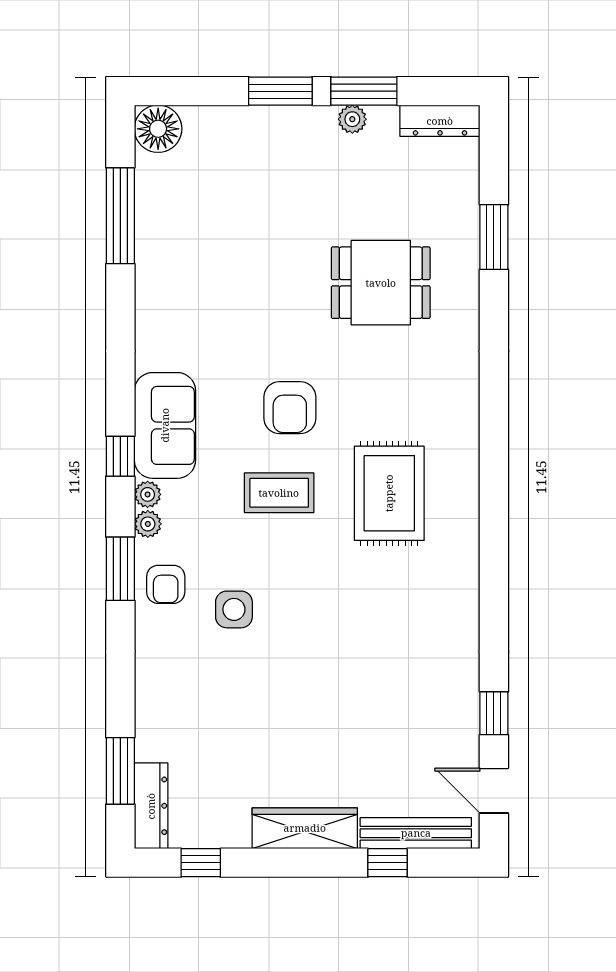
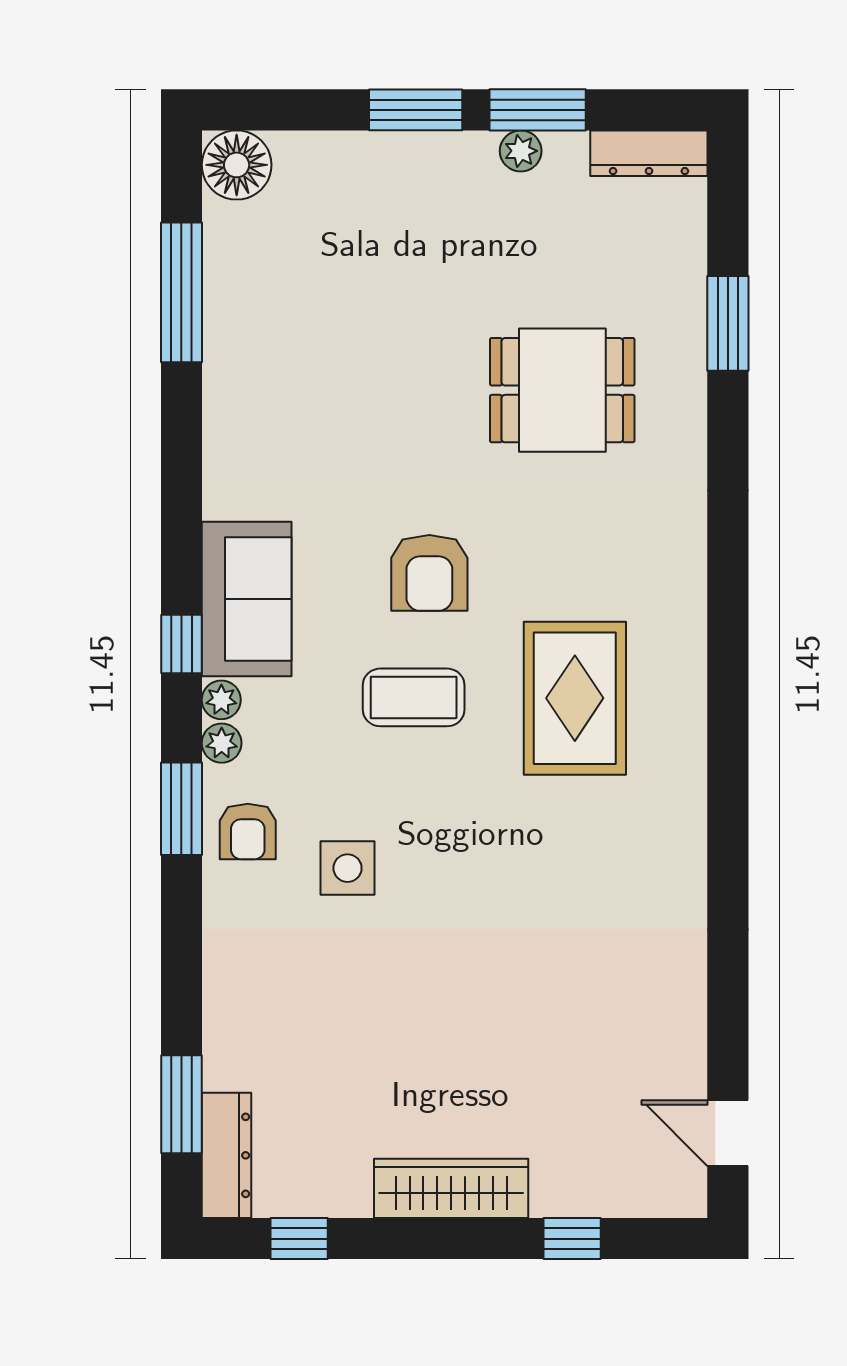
window: (494, 713) -> (728, 1020), removed
bench: (416, 833) -> (614, 1195), removed

